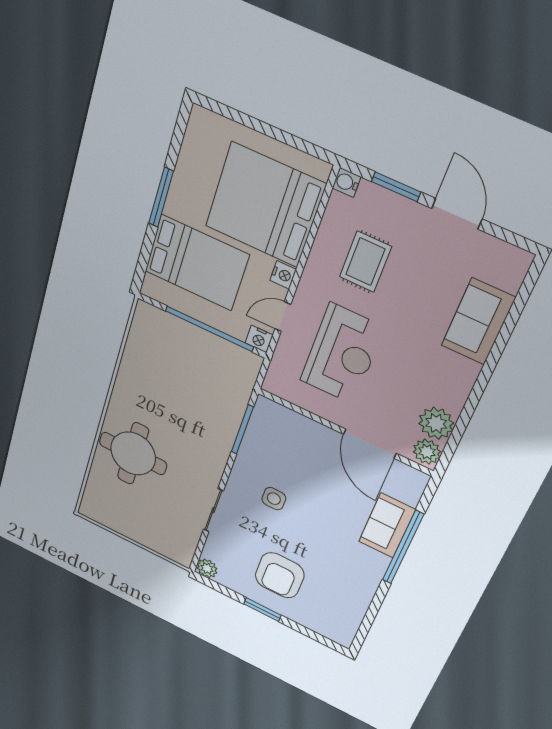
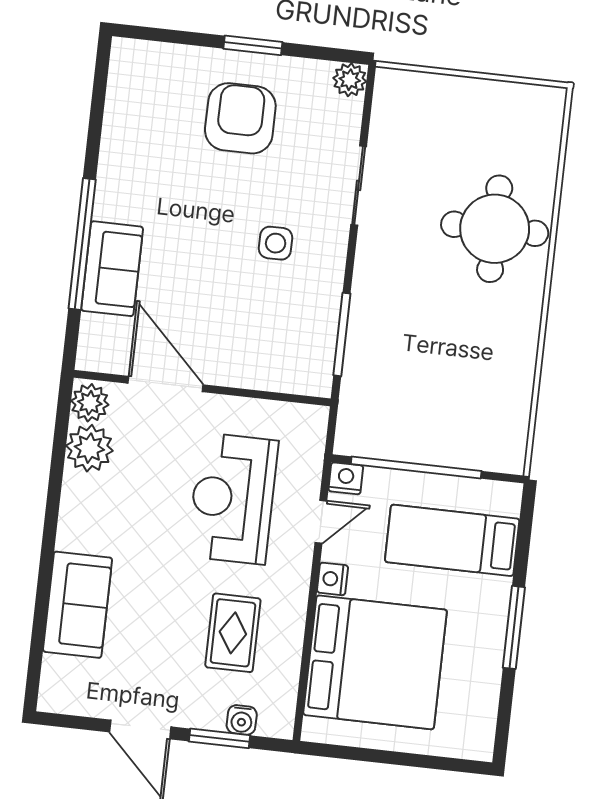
water cooler: (346, 182) -> (242, 720), moved, turned 90
bed: (197, 263) -> (452, 540), width x0.67

